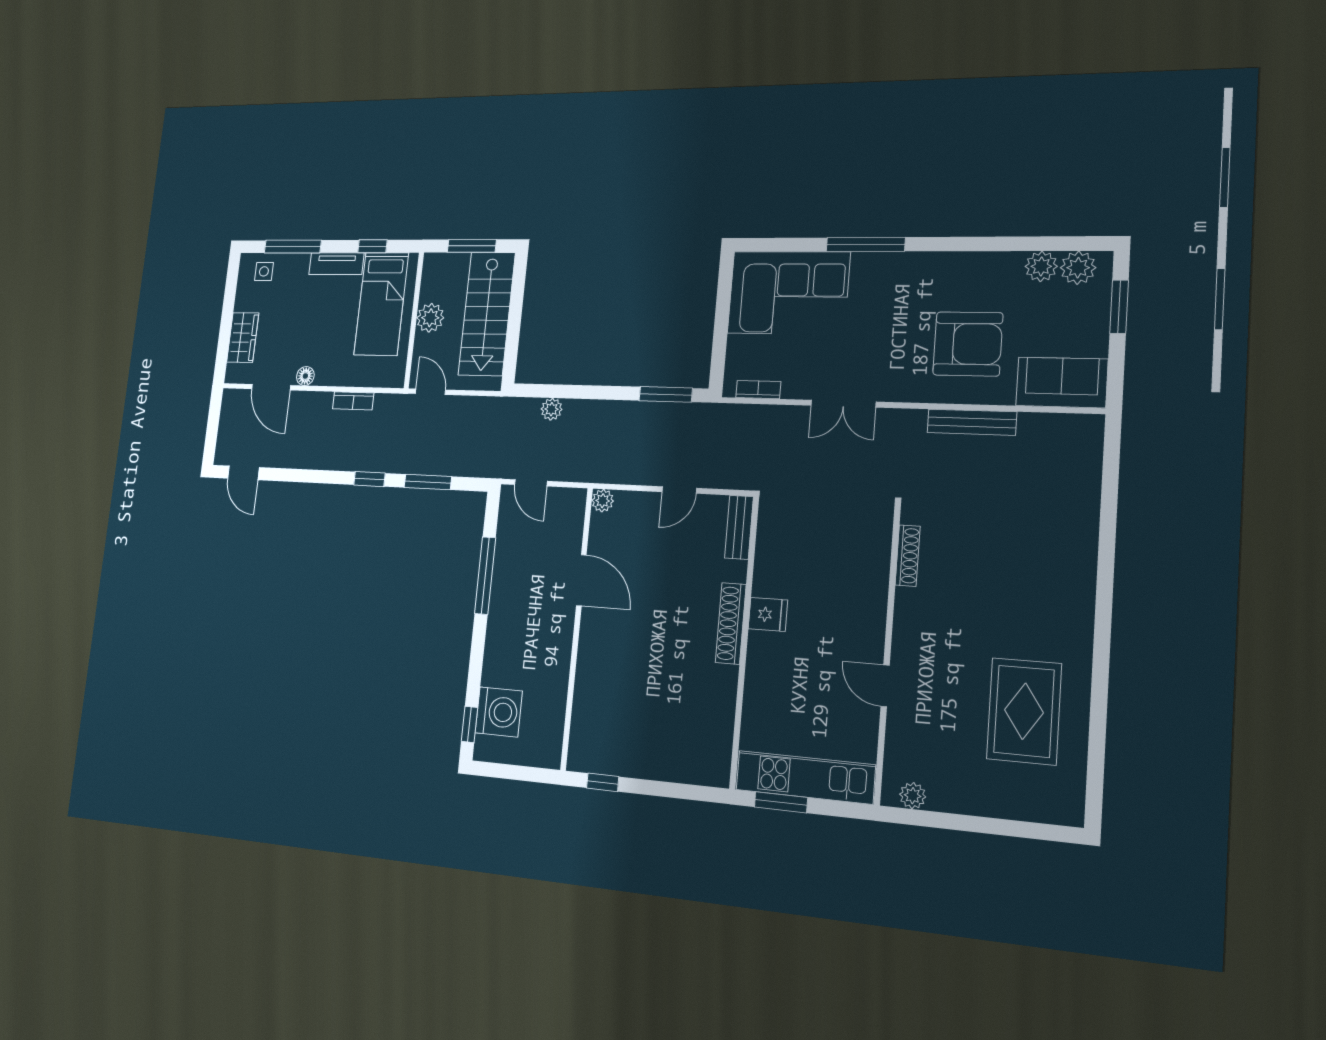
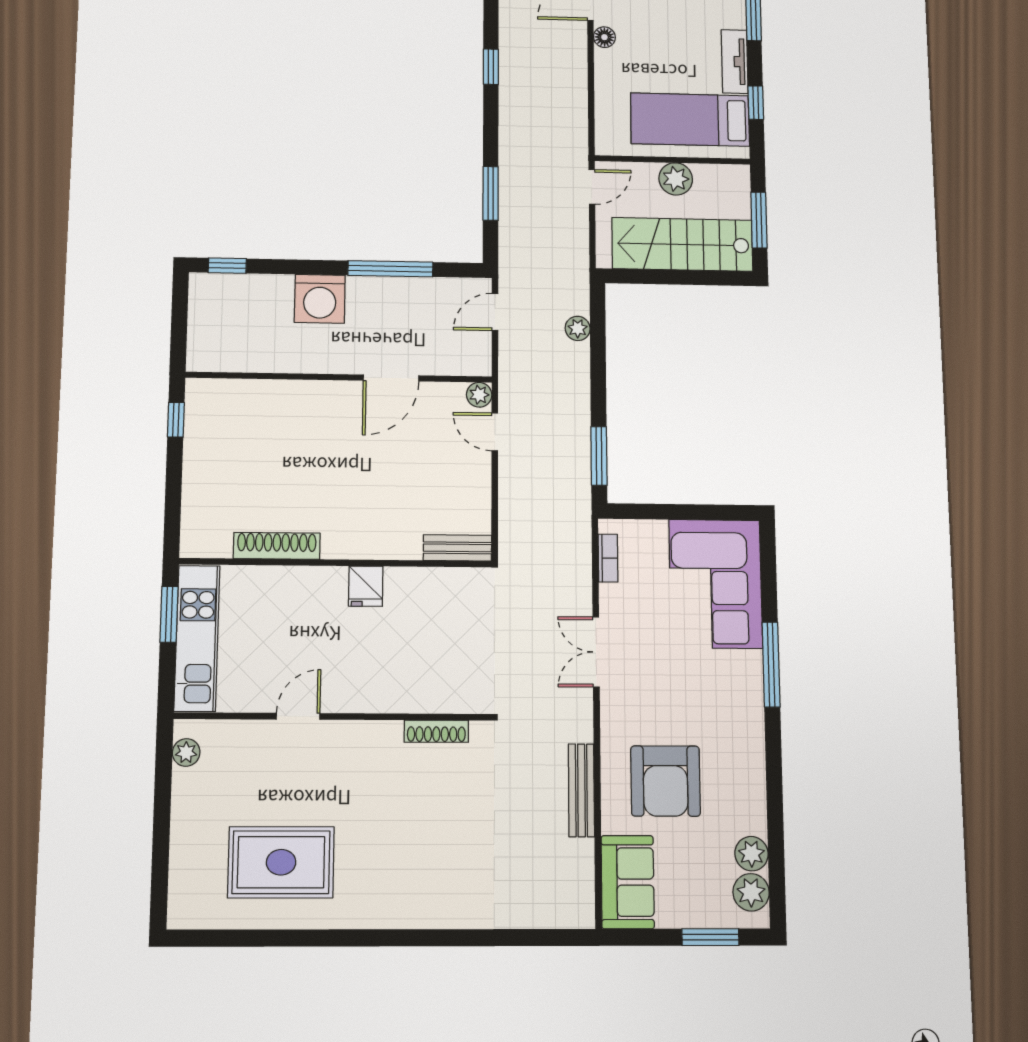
bookcase: (353, 401) -> (578, 97), removed
window: (370, 479) -> (491, 67), moved
door: (679, 490) -> (495, 432), moved
shoe rack: (731, 623) -> (277, 546), moved
washing machine: (499, 712) -> (320, 299), moved

